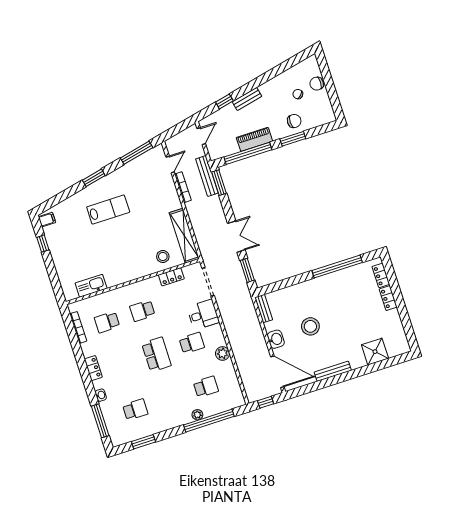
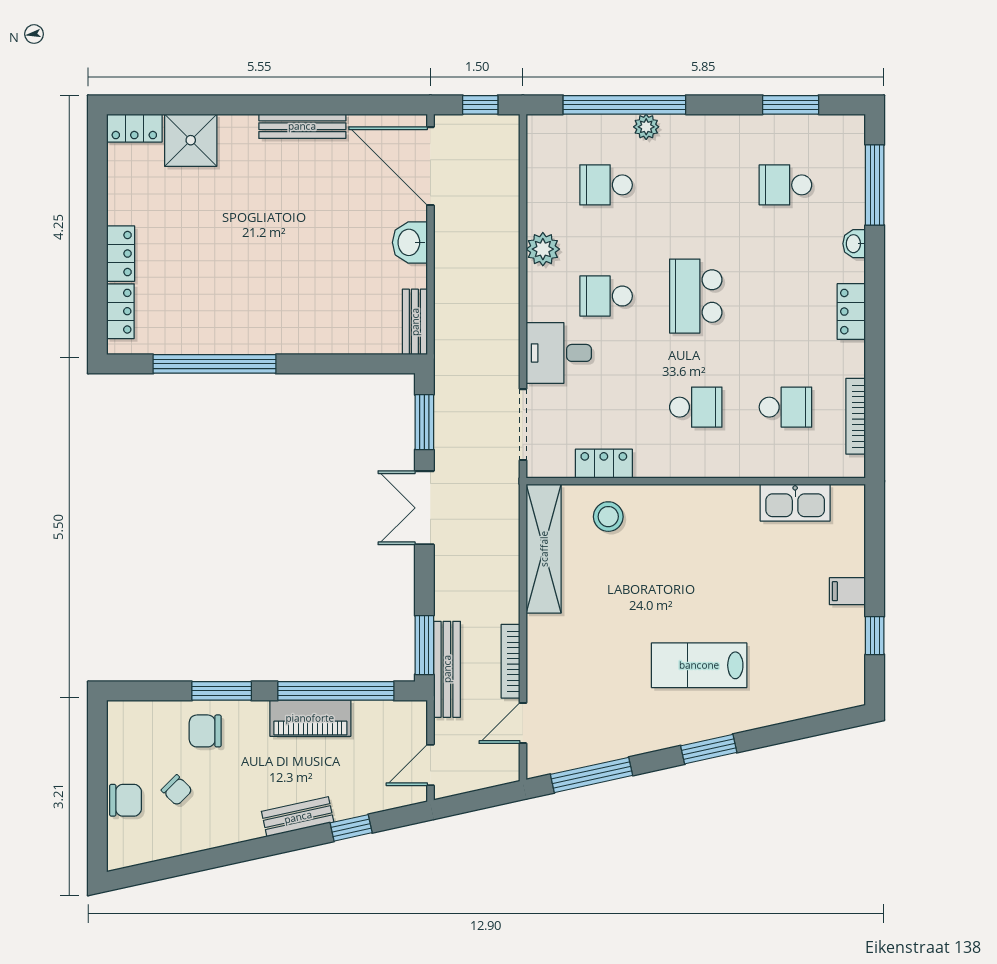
filing cabinet: (47, 220) -> (847, 591), moved
stool: (310, 326) -> (321, 246), removed
locker: (399, 349) -> (134, 128), added

